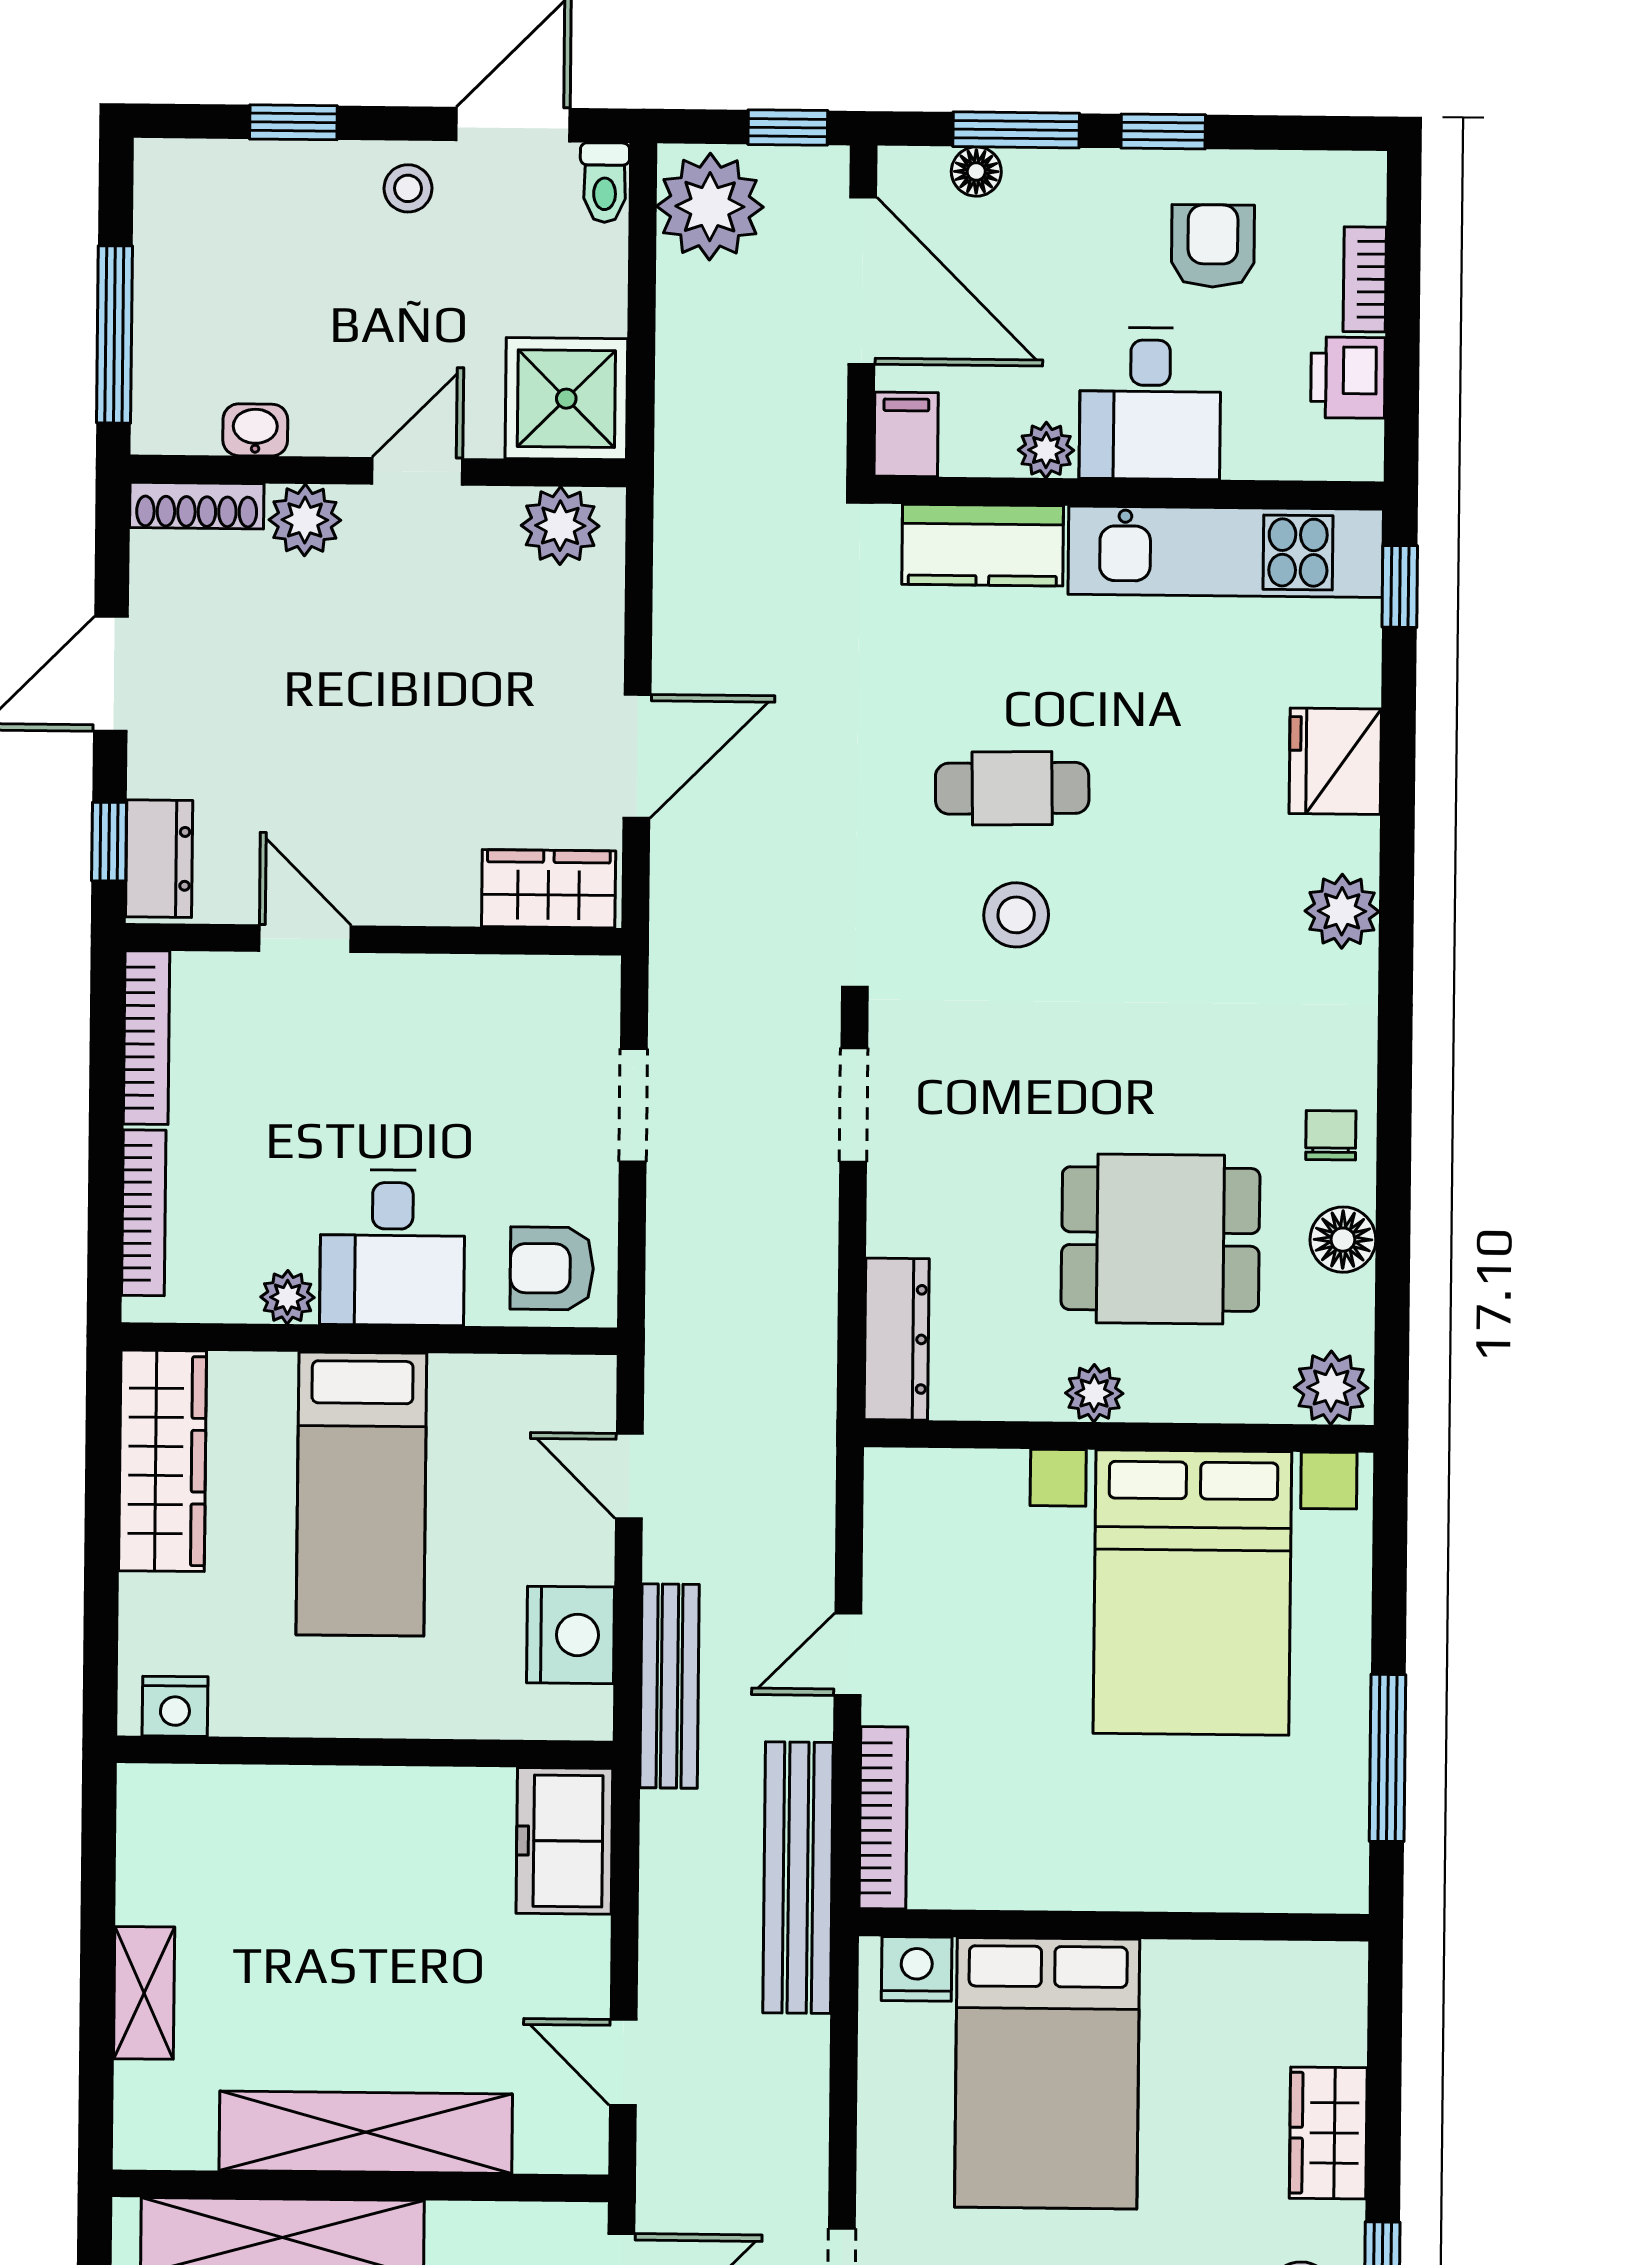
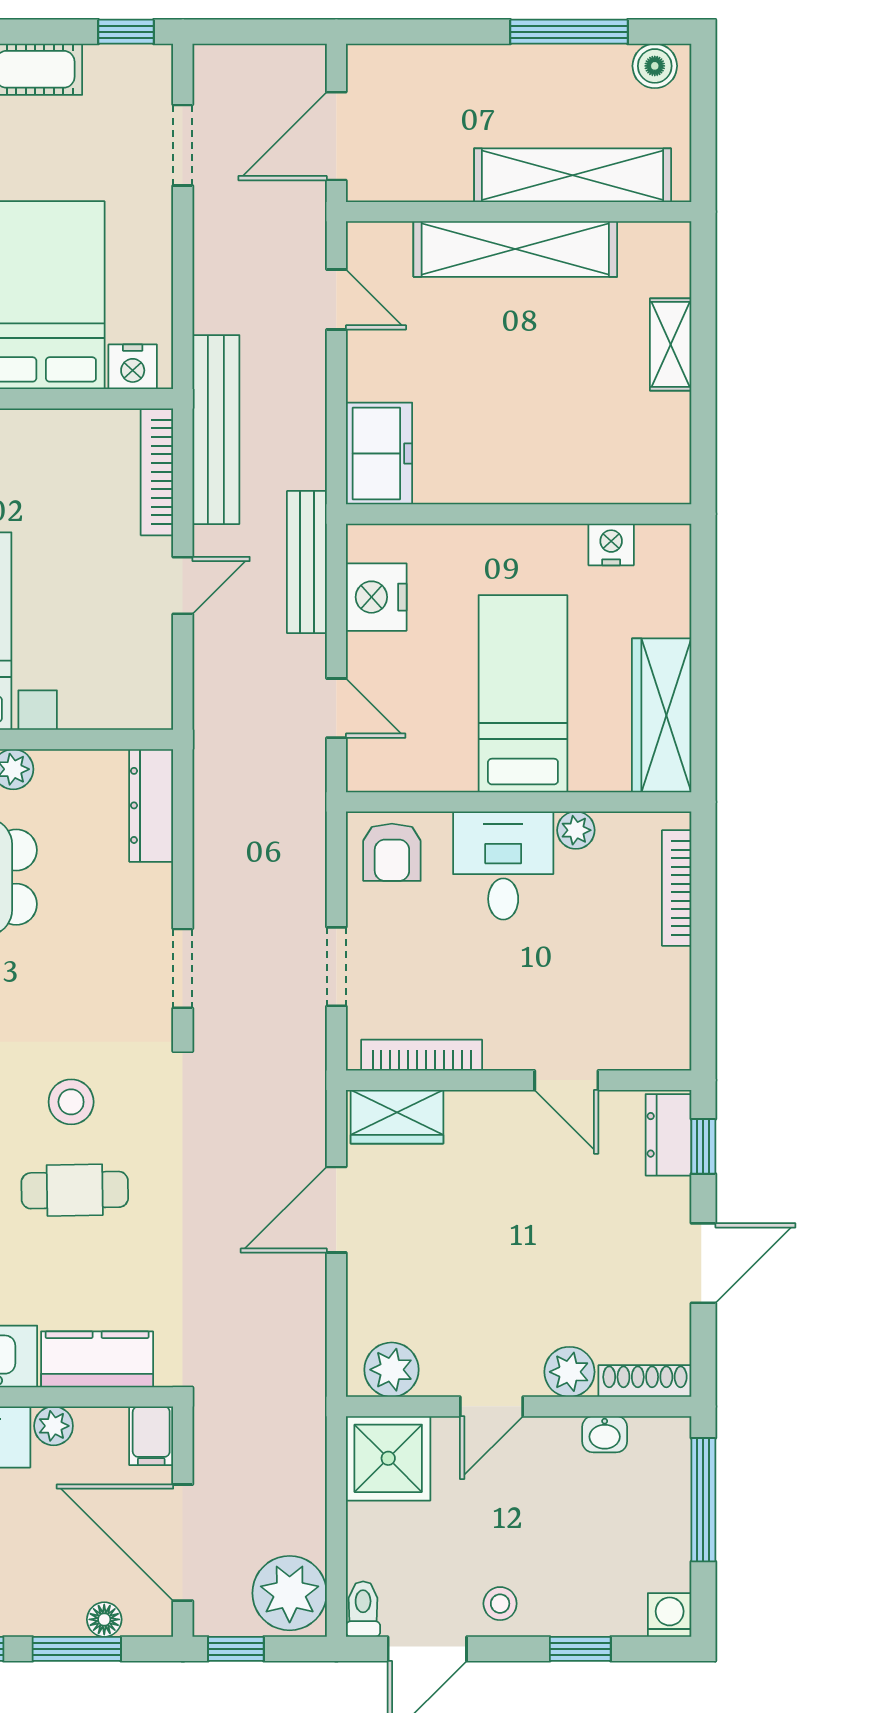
washing machine: (165, 170) -> (670, 1615), added
bookcase: (147, 1038) -> (422, 1055), moved, turned 90
armchair: (552, 1268) -> (392, 852), turned 90
nightstand: (175, 1706) -> (611, 544), moved

